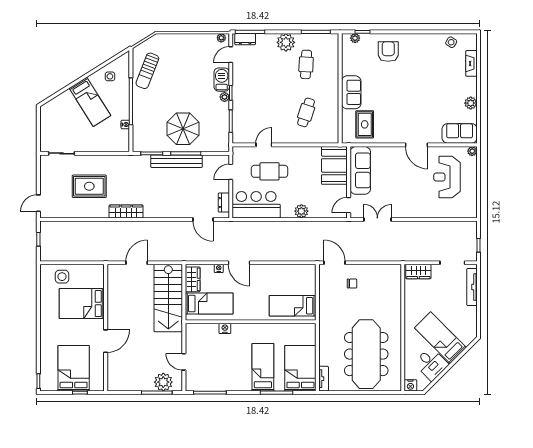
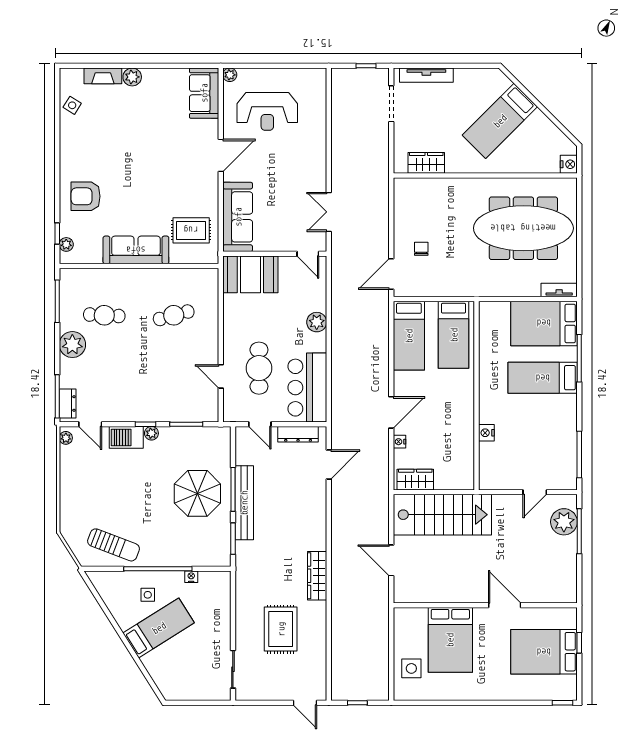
side table: (110, 76) -> (148, 595), moved
sofa: (351, 92) -> (136, 250), width x1.36
plant: (471, 103) -> (132, 77), moved
cafe table: (306, 112) -> (174, 315), turned -33
sofa: (360, 170) -> (238, 217), moved, turned 90
dresser: (224, 203) -> (298, 434), width x1.44
wardrobe: (418, 271) -> (426, 163), moved, turned -90
bed: (209, 304) -> (409, 336), moved, turned 180
desk: (431, 364) -> (538, 134), removed

